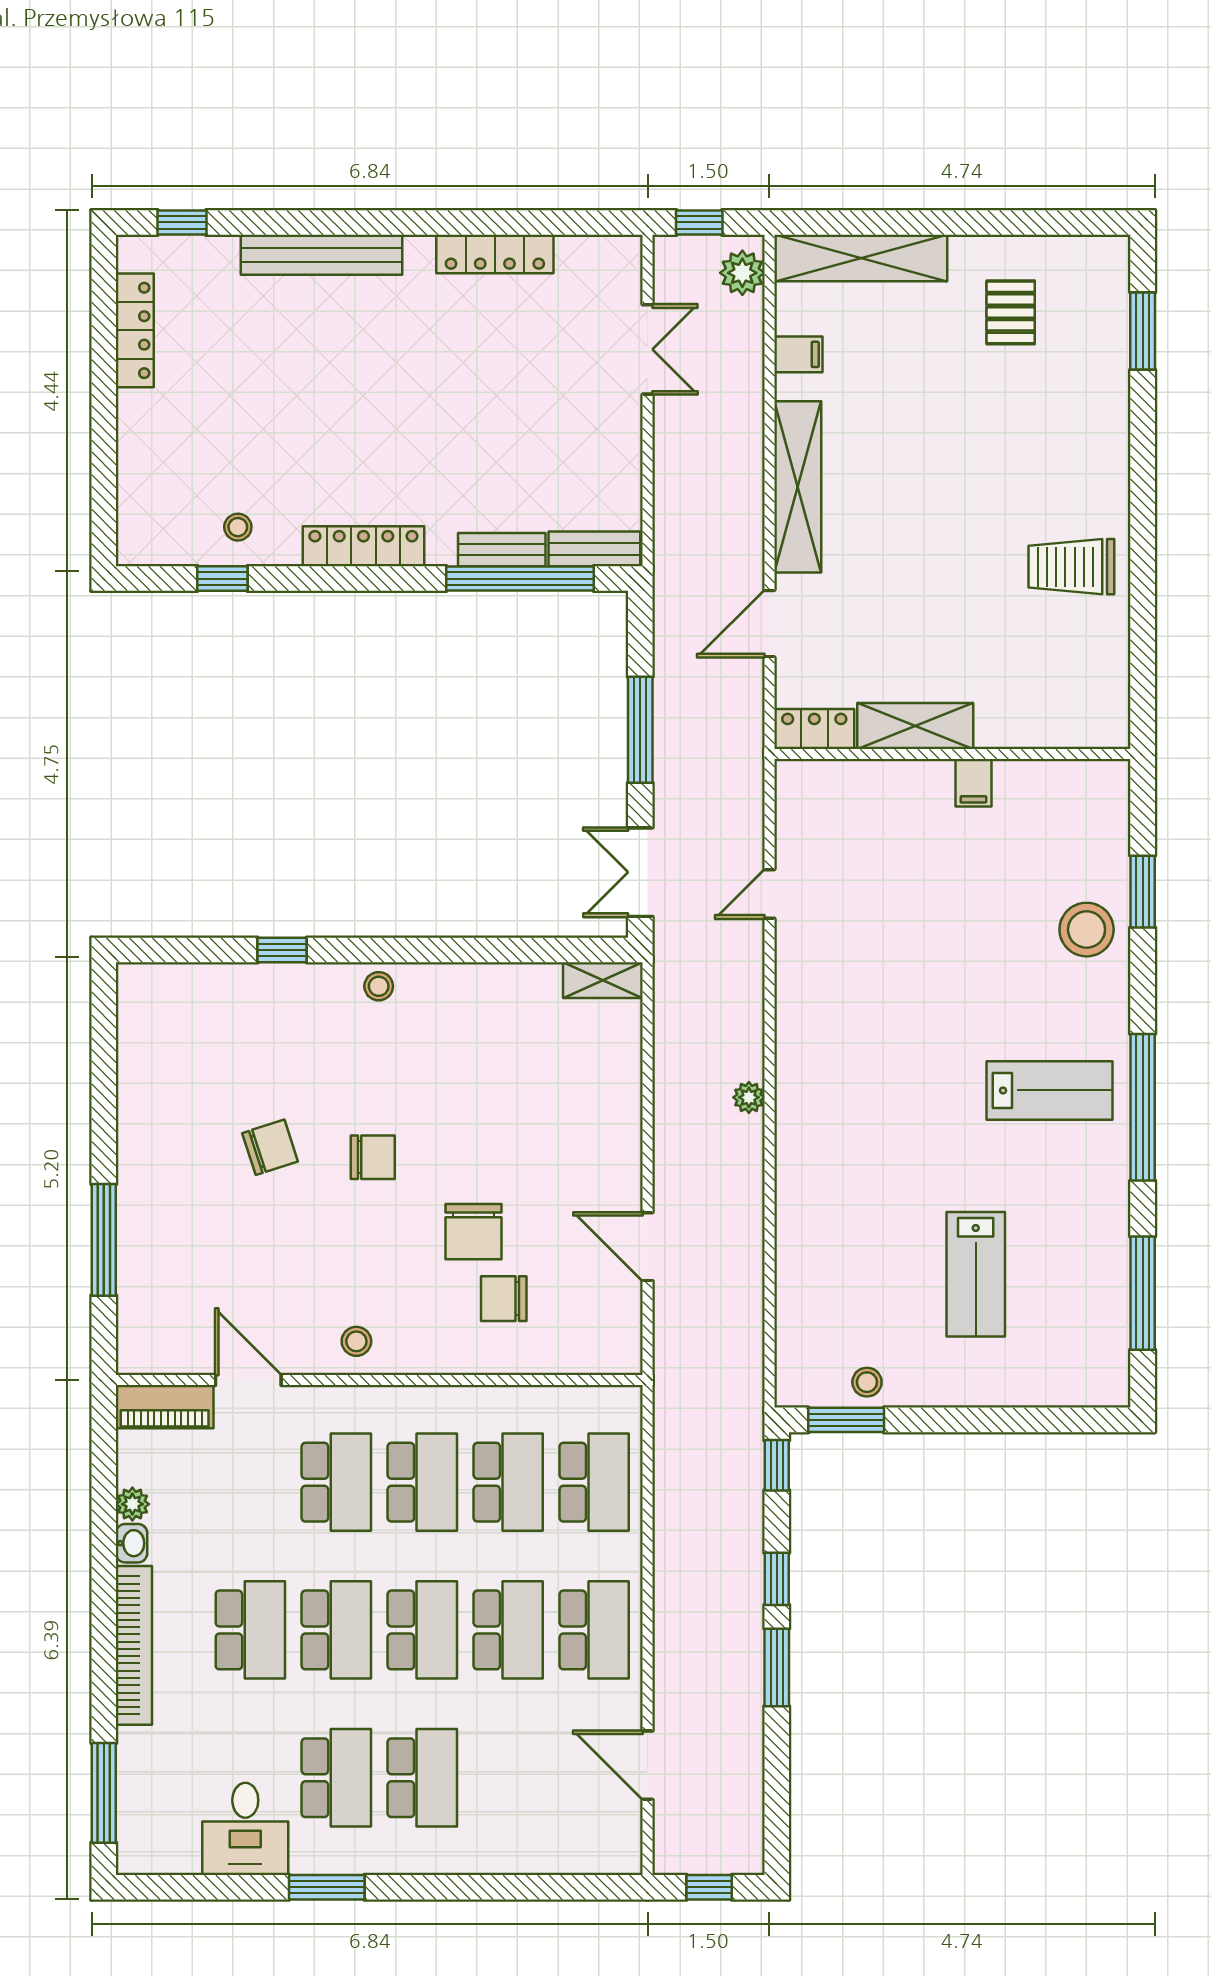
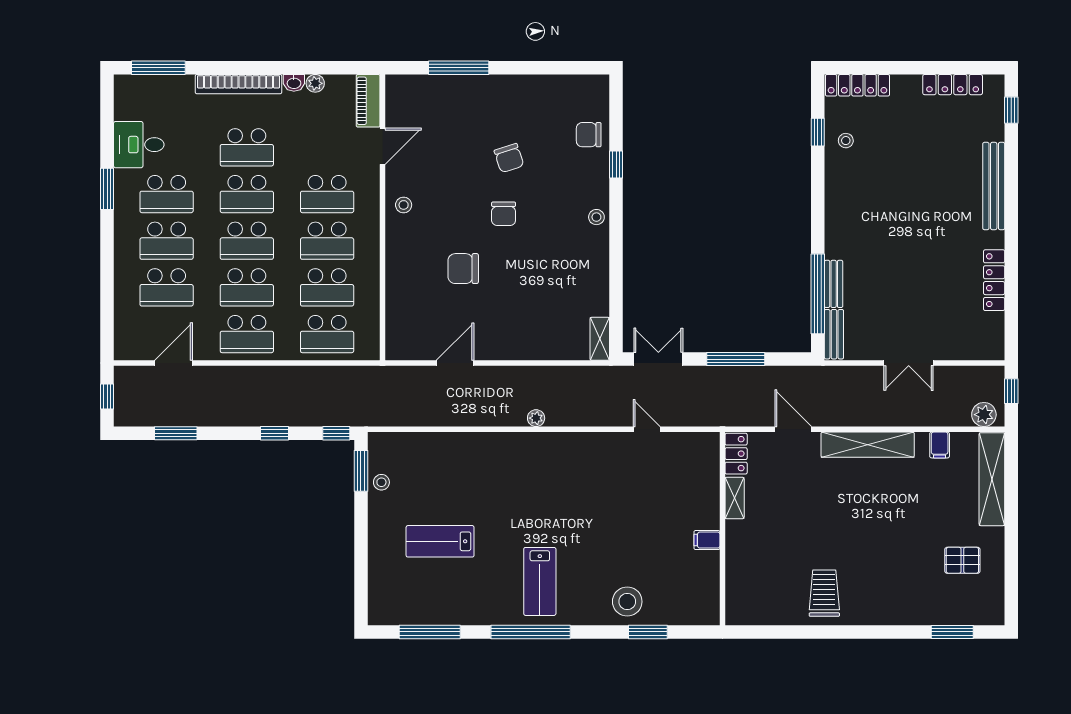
double door: (648, 349) -> (909, 363), moved
locker: (363, 546) -> (857, 85), moved, turned 90
shelving: (915, 726) -> (735, 498), width x0.67, depth x0.75
chair: (504, 1299) -> (589, 135), moved, turned -90
window: (777, 1667) -> (176, 433), moved
school desk: (508, 1778) -> (167, 287), added

